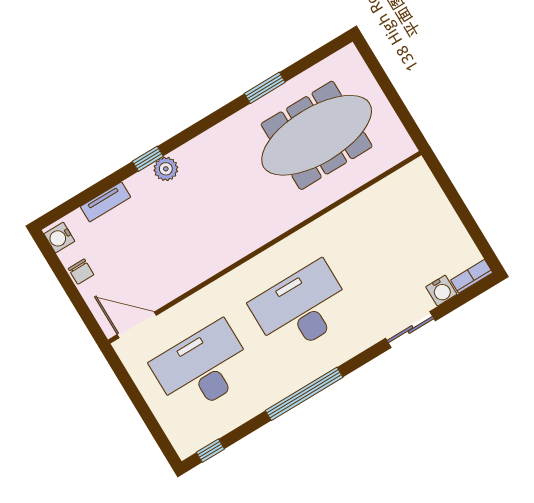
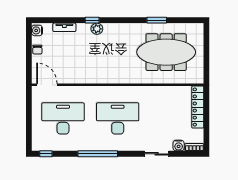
locker: (434, 200) -> (198, 107), added

